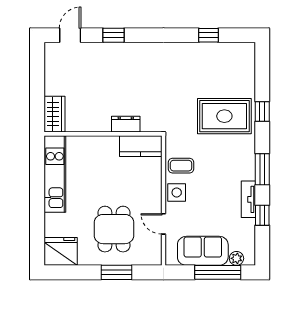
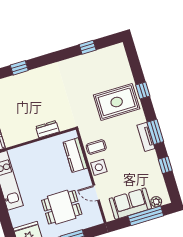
kitchen counter: (141, 146) -> (75, 155), moved, turned 90
tv unit: (248, 199) -> (146, 137), moved
dining table: (114, 229) -> (62, 207), turned 90

